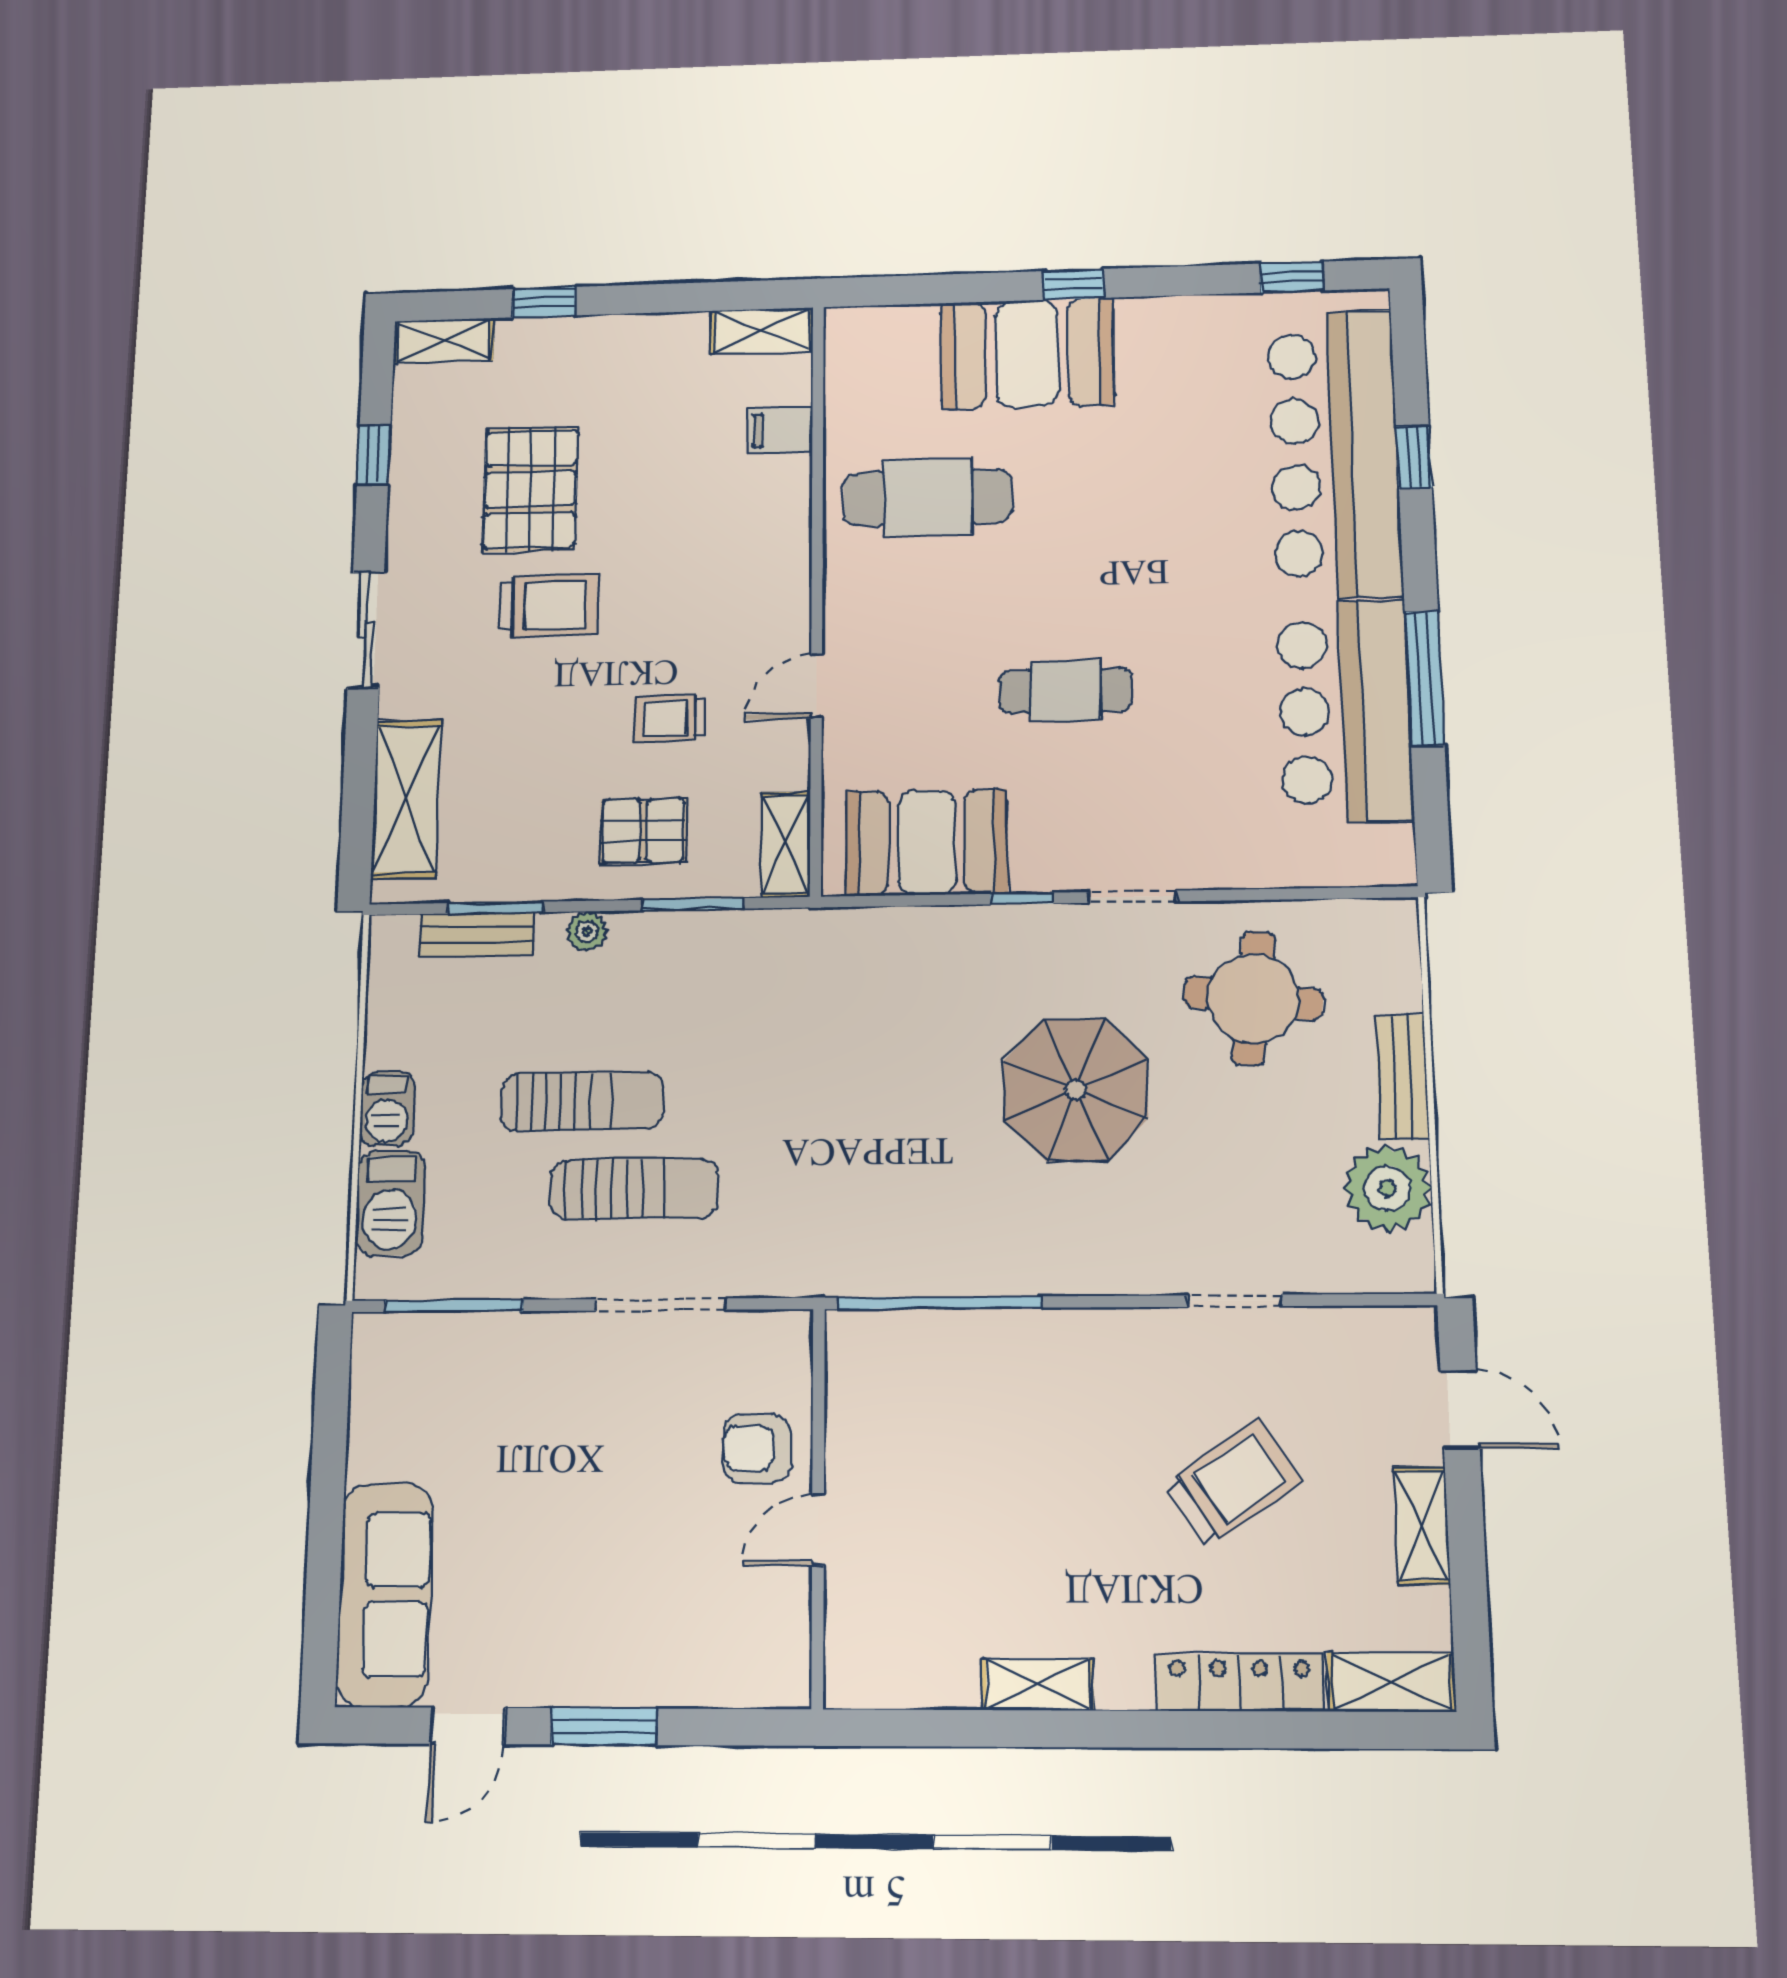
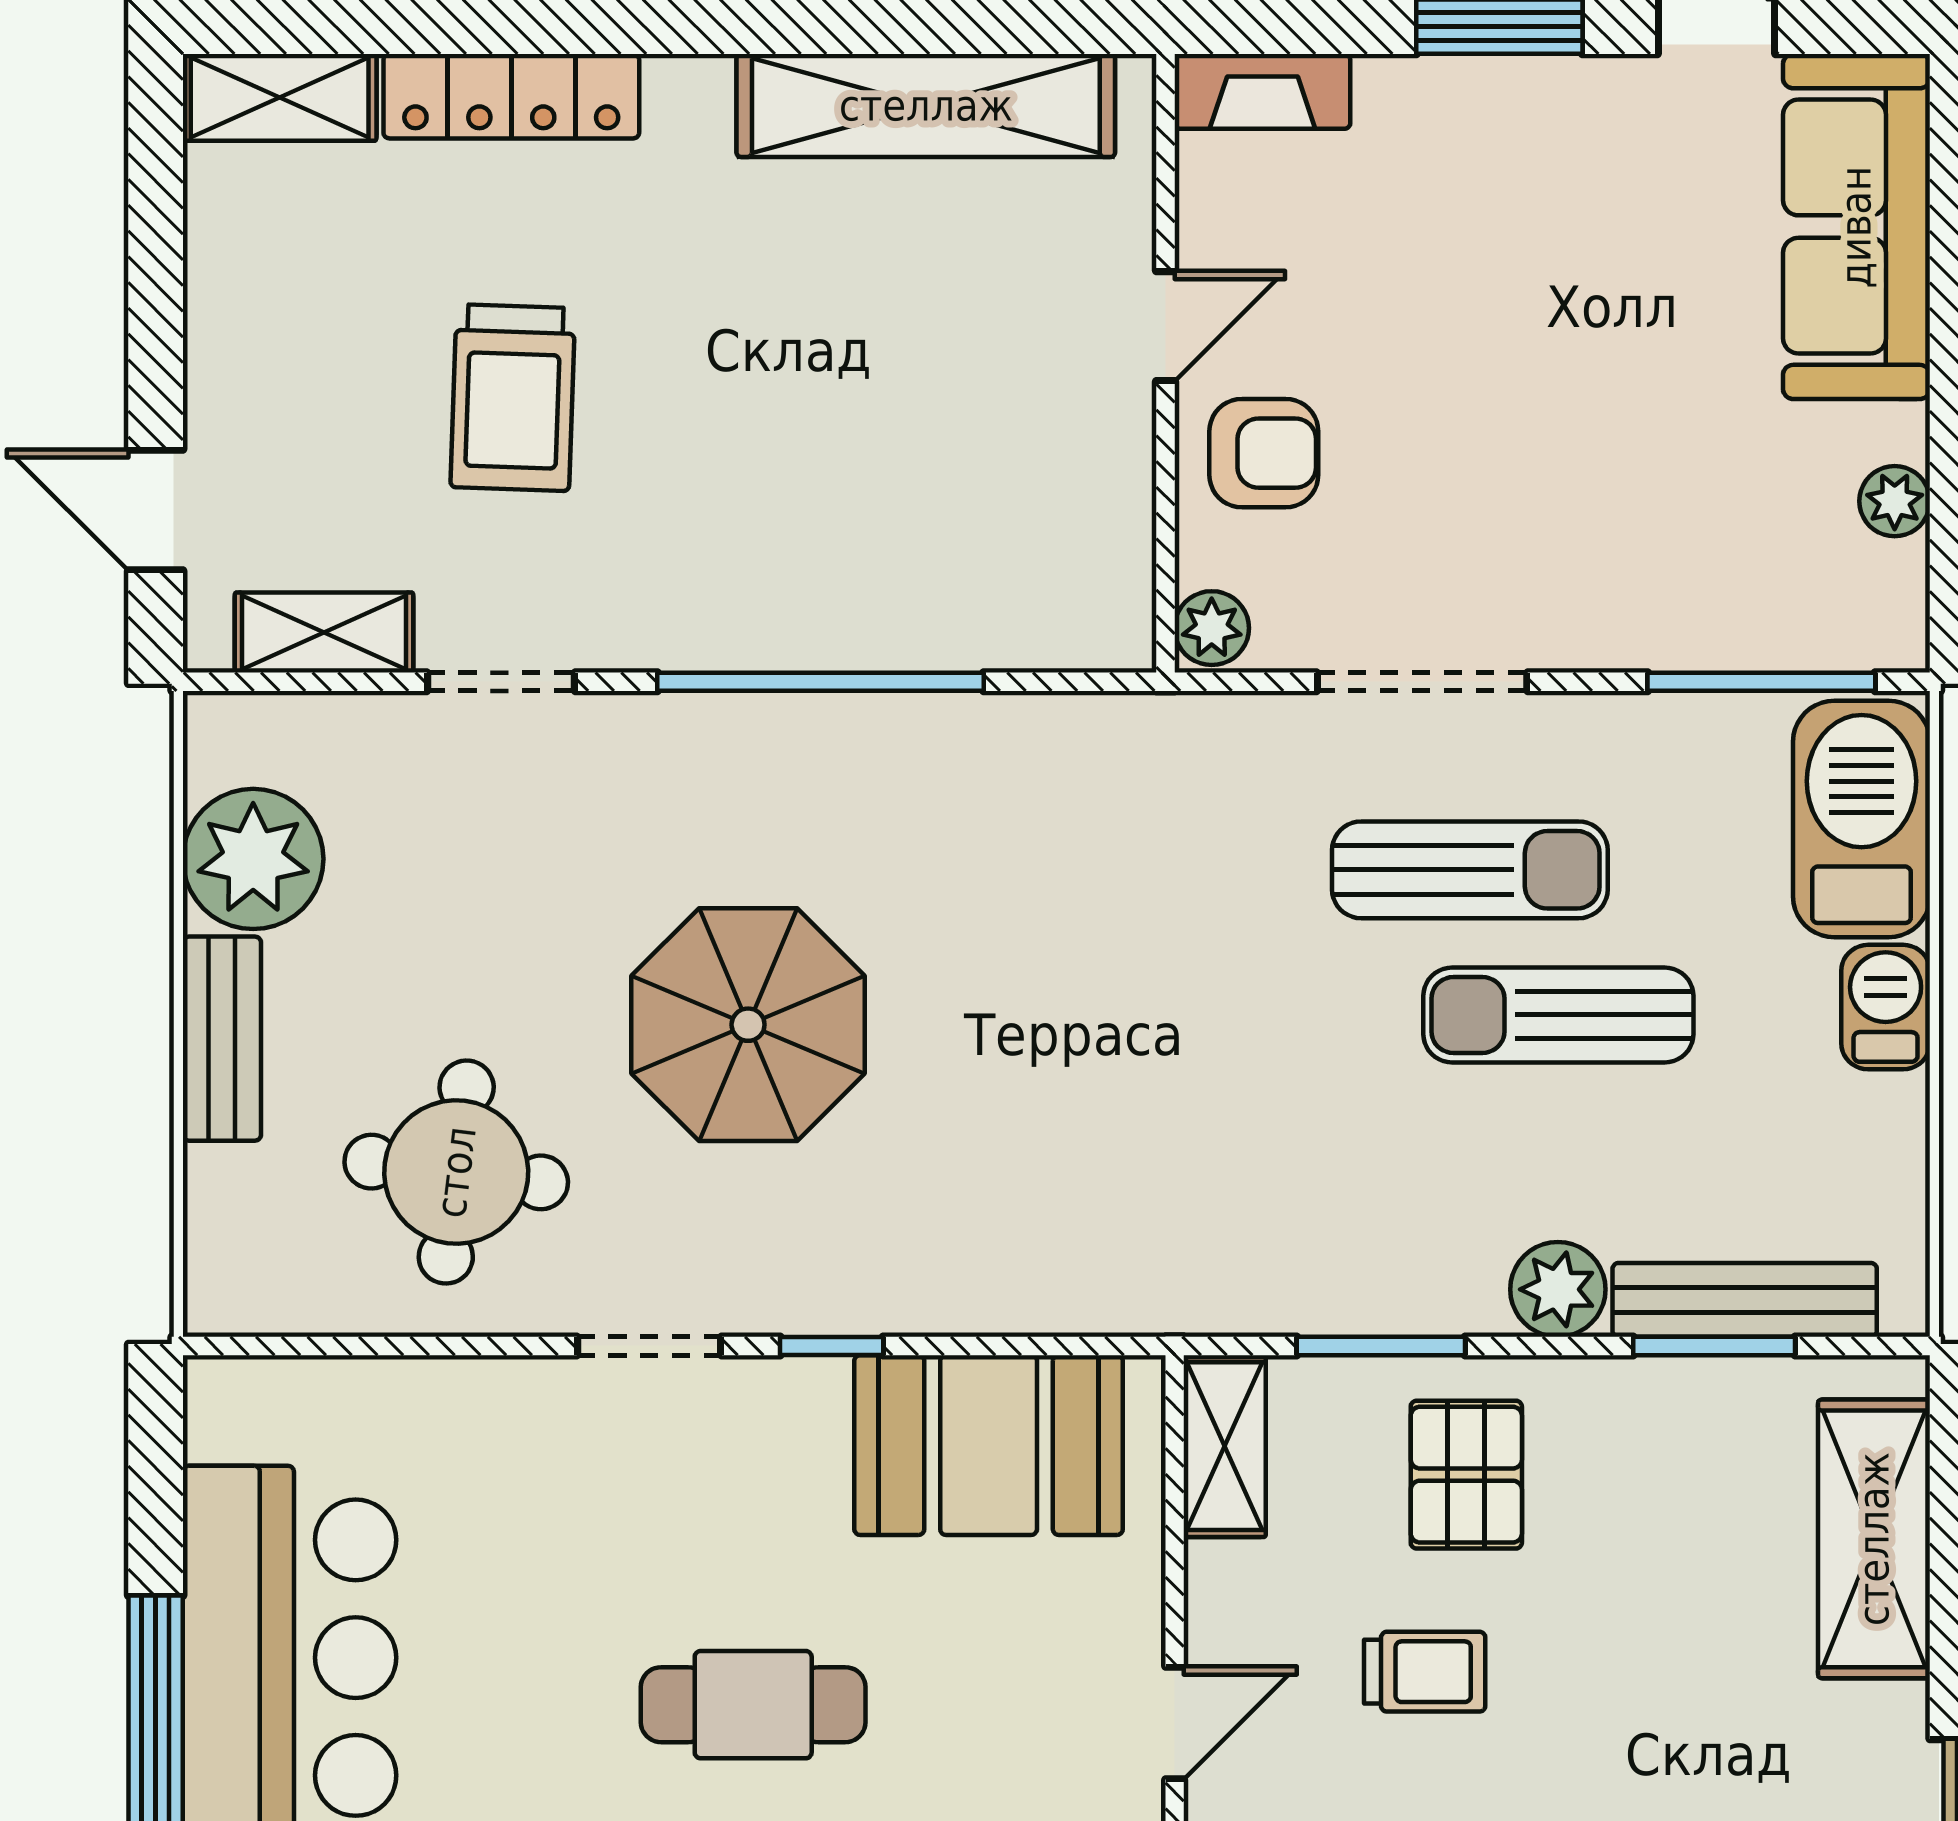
pallet: (643, 831) -> (1466, 1475), turned 90
plant: (587, 931) -> (1558, 1289), width x1.38, depth x1.38
bench: (477, 935) -> (1745, 1300), width x1.36
sun lounger: (634, 1189) -> (1470, 870), turned 180
barbecue: (390, 1203) -> (1862, 819), width x1.37, depth x1.21
window: (940, 1303) -> (820, 682), moved
plant: (790, 1337) -> (1212, 628), added
plant: (369, 1419) -> (1895, 501), added
trolley: (1233, 1483) -> (513, 398), turned -54
shelving: (1422, 1525) -> (324, 632), moved, turned 90
fireplace: (755, 1684) -> (1262, 91), added
shelving: (1037, 1684) -> (926, 106), width x2.20, depth x1.33

